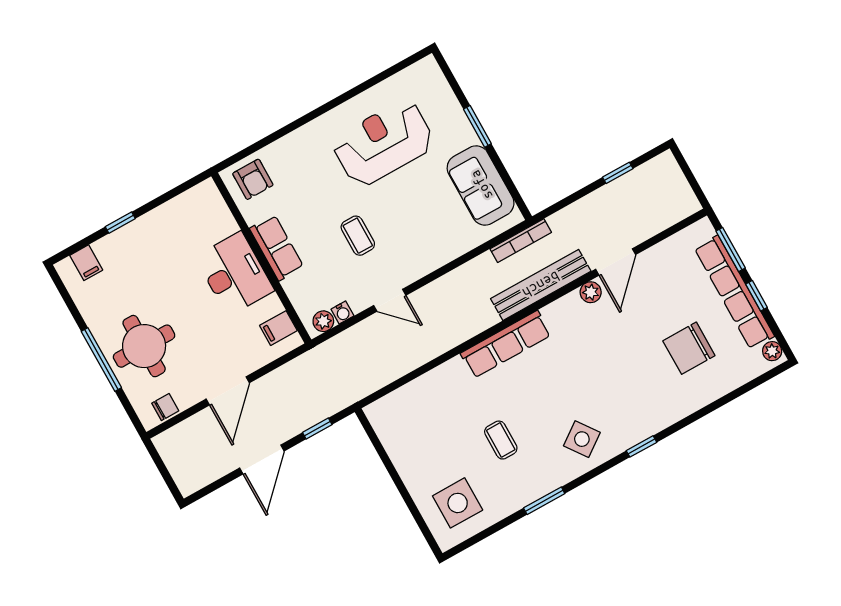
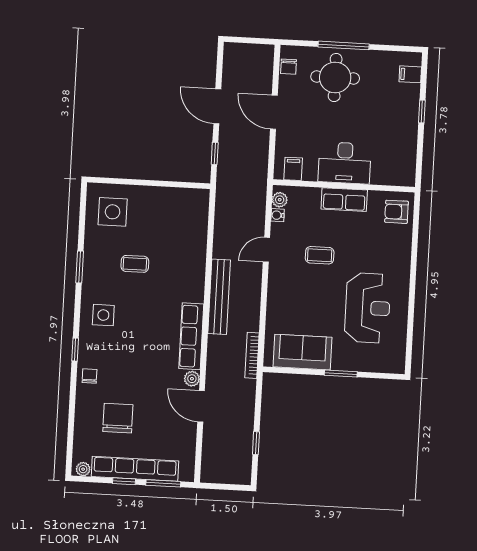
bench: (541, 285) -> (219, 297), moved
row of seats: (506, 344) -> (191, 336), moved
chair: (661, 411) -> (89, 376), added
side table: (582, 439) -> (103, 315), turned 36

